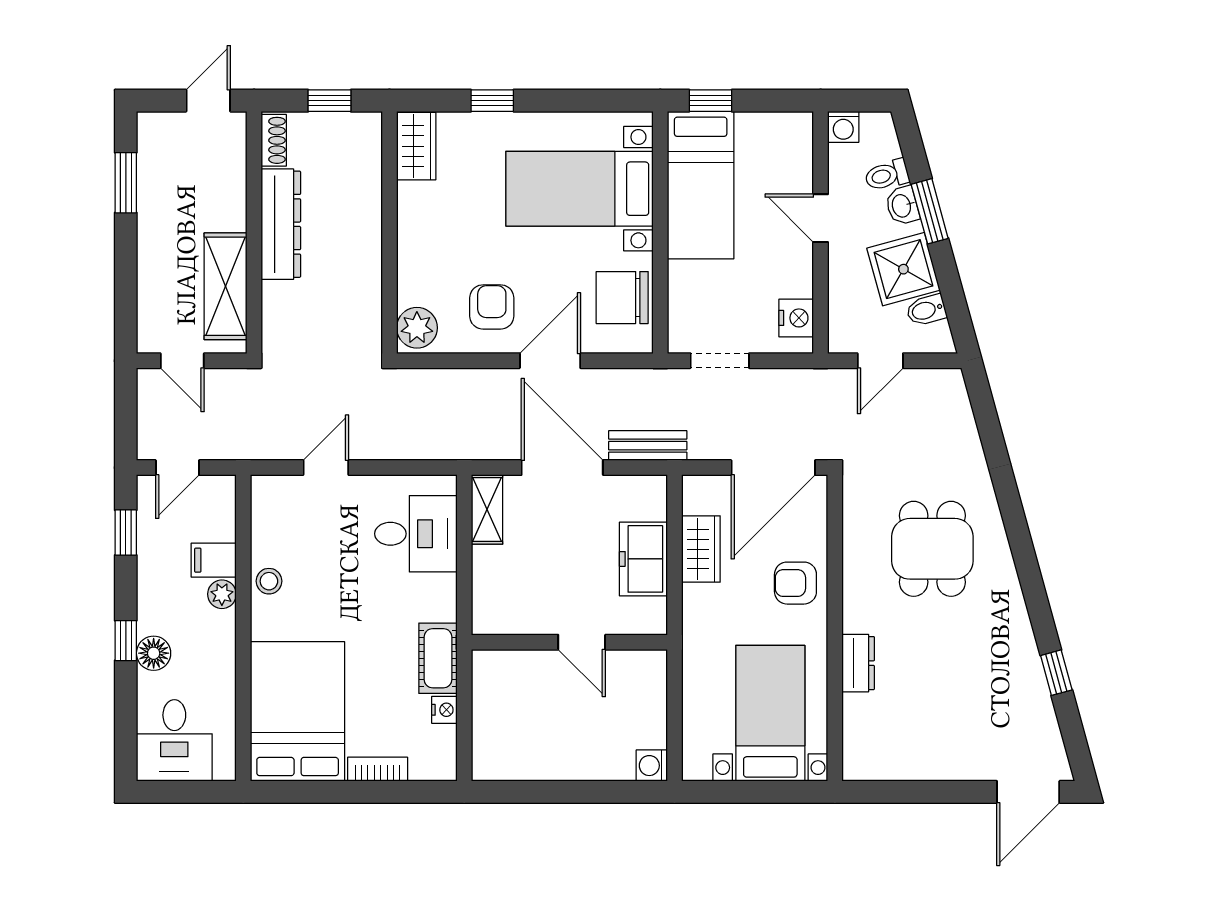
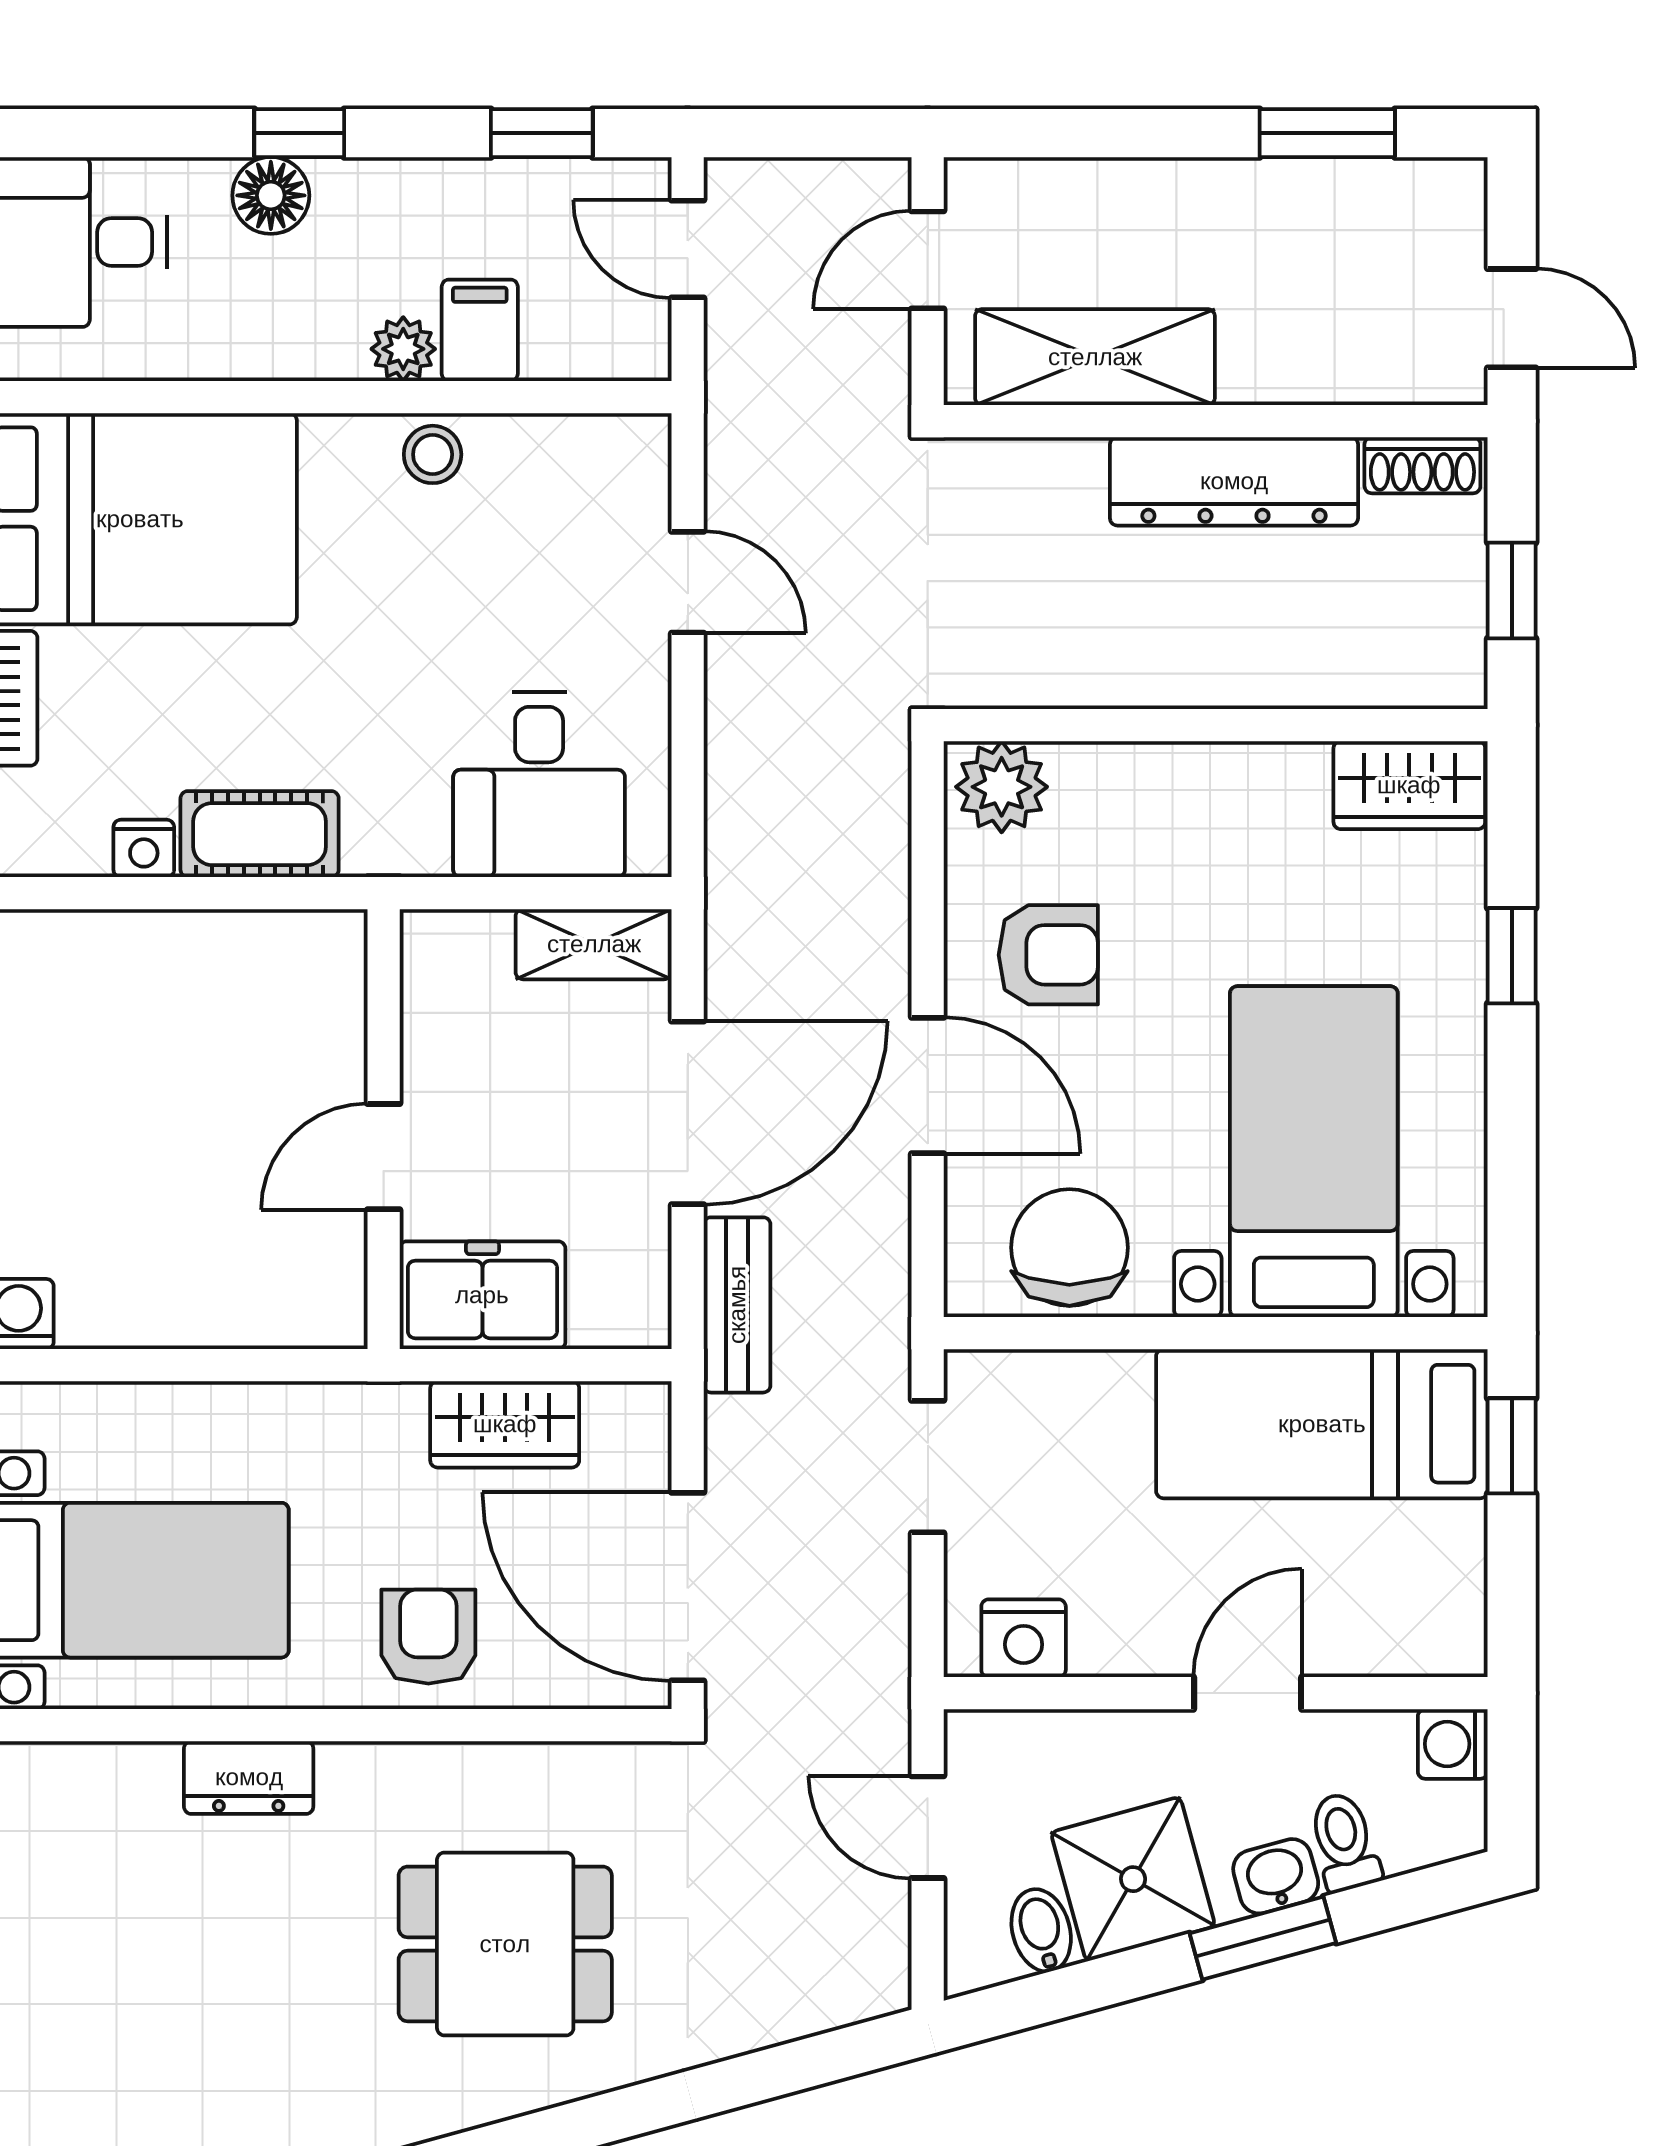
wall: (569, 642) -> (384, 1129), moved
door: (582, 642) -> (384, 1157), moved

